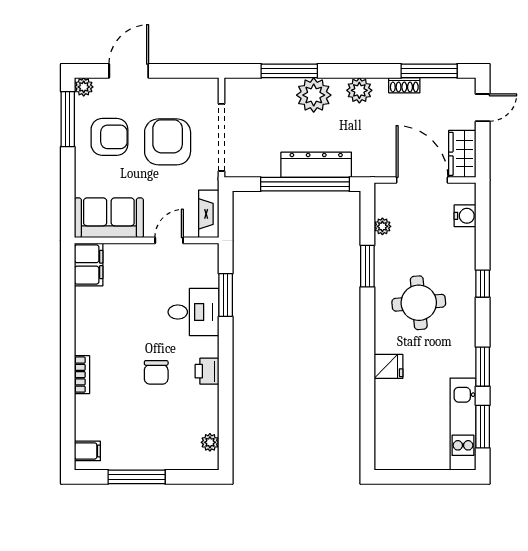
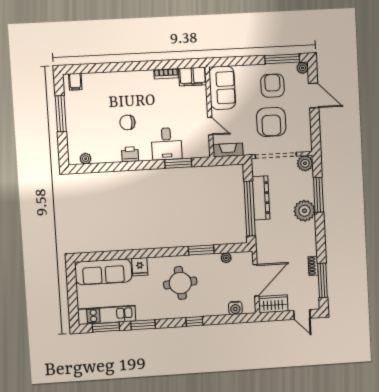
plant: (359, 90) -> (305, 163), moved
armchair: (109, 137) -> (272, 86), turned 180
armchair: (168, 142) -> (271, 122), turned 90
dresser: (316, 165) -> (261, 198), moved
bookcase: (82, 375) -> (166, 74), moved
sofa: (393, 425) -> (103, 272), added

